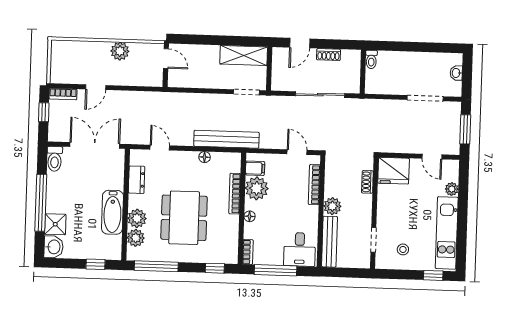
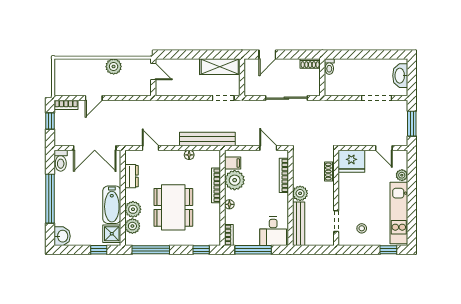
shoe rack: (328, 55) -> (310, 63), moved
washbasin: (456, 73) -> (400, 76), width x1.91, depth x1.45
double door: (95, 145) -> (95, 148), swing flipped
shower: (55, 224) -> (112, 234), moved

